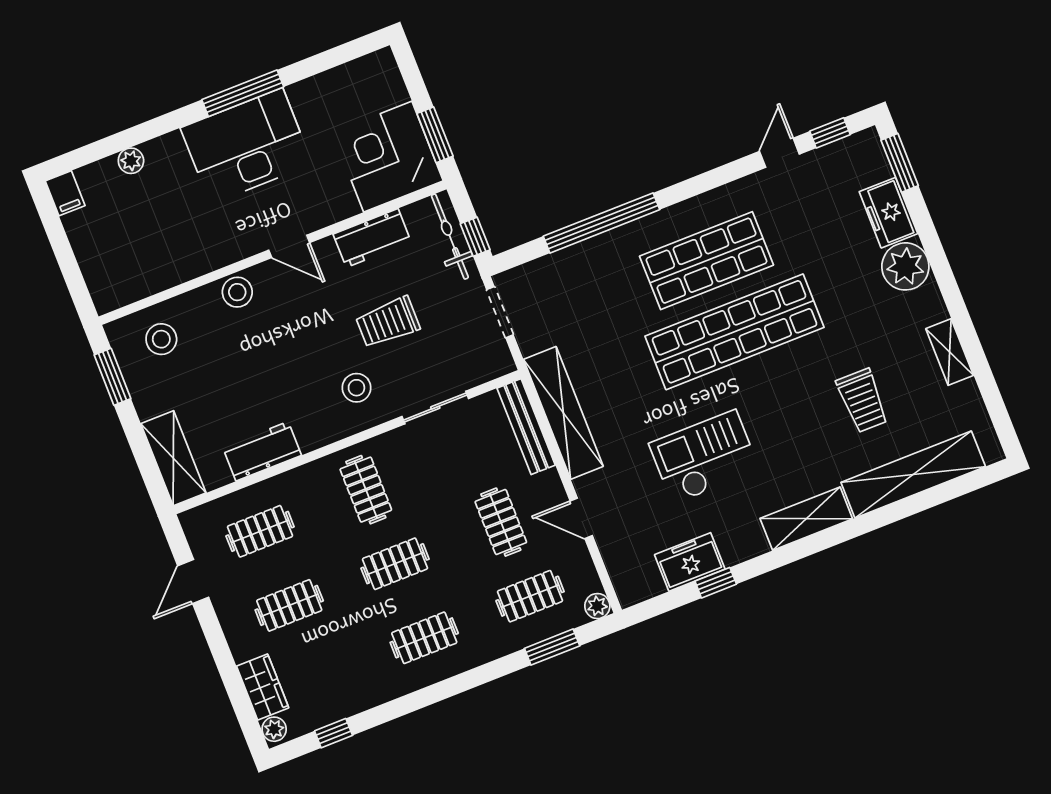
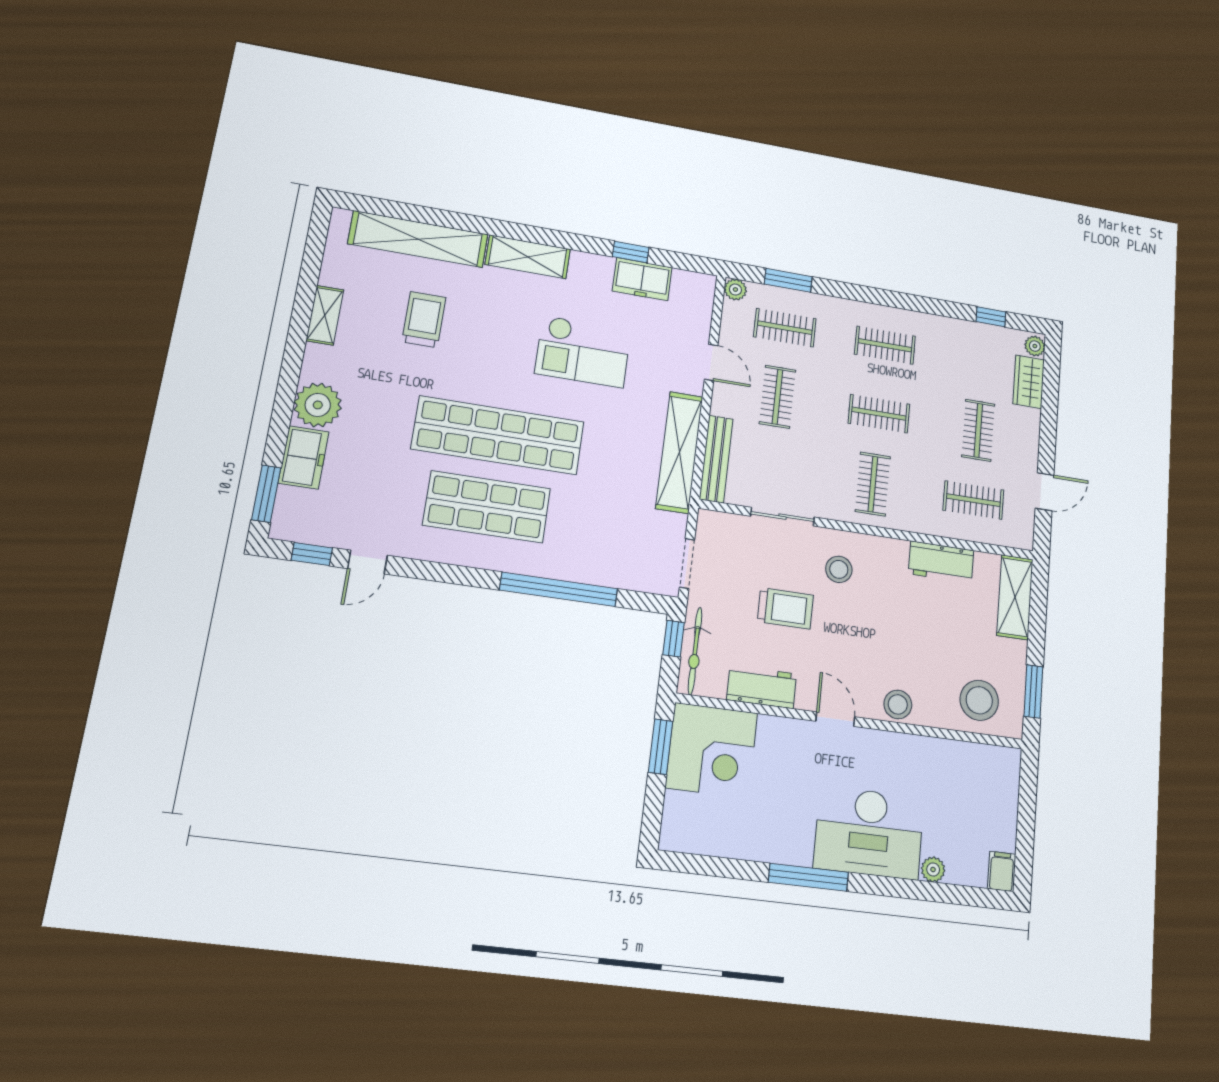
desk: (246, 146) -> (869, 833), moved
stool: (161, 339) -> (979, 700), width x1.38, depth x1.38
clothes rail: (289, 605) -> (978, 430), turned 90

